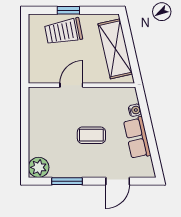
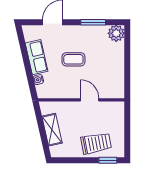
window: (68, 10) -> (108, 160), moved
shelving: (115, 49) -> (52, 130), width x0.67, depth x0.75
door: (71, 85) -> (90, 100), swing flipped

